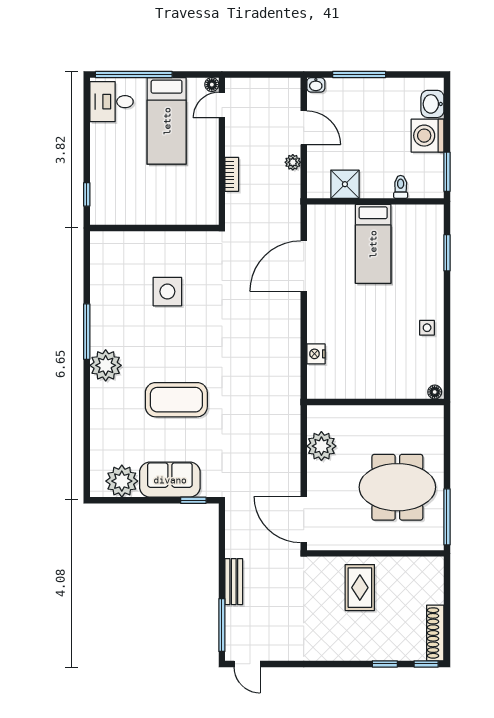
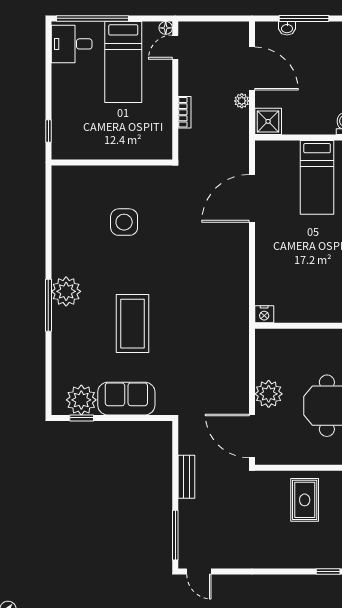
washbasin: (316, 85) -> (287, 28), moved
door: (304, 128) -> (252, 68), width x1.36
shower: (345, 184) -> (268, 121), moved
window: (87, 332) -> (48, 305), moved
nightstand: (316, 354) -> (264, 314), moved, turned -90
coffee table: (176, 400) -> (132, 324), turned 90
plant: (321, 446) -> (269, 394), moved
window: (193, 500) -> (82, 418), moved
bench: (234, 582) -> (186, 477), moved

